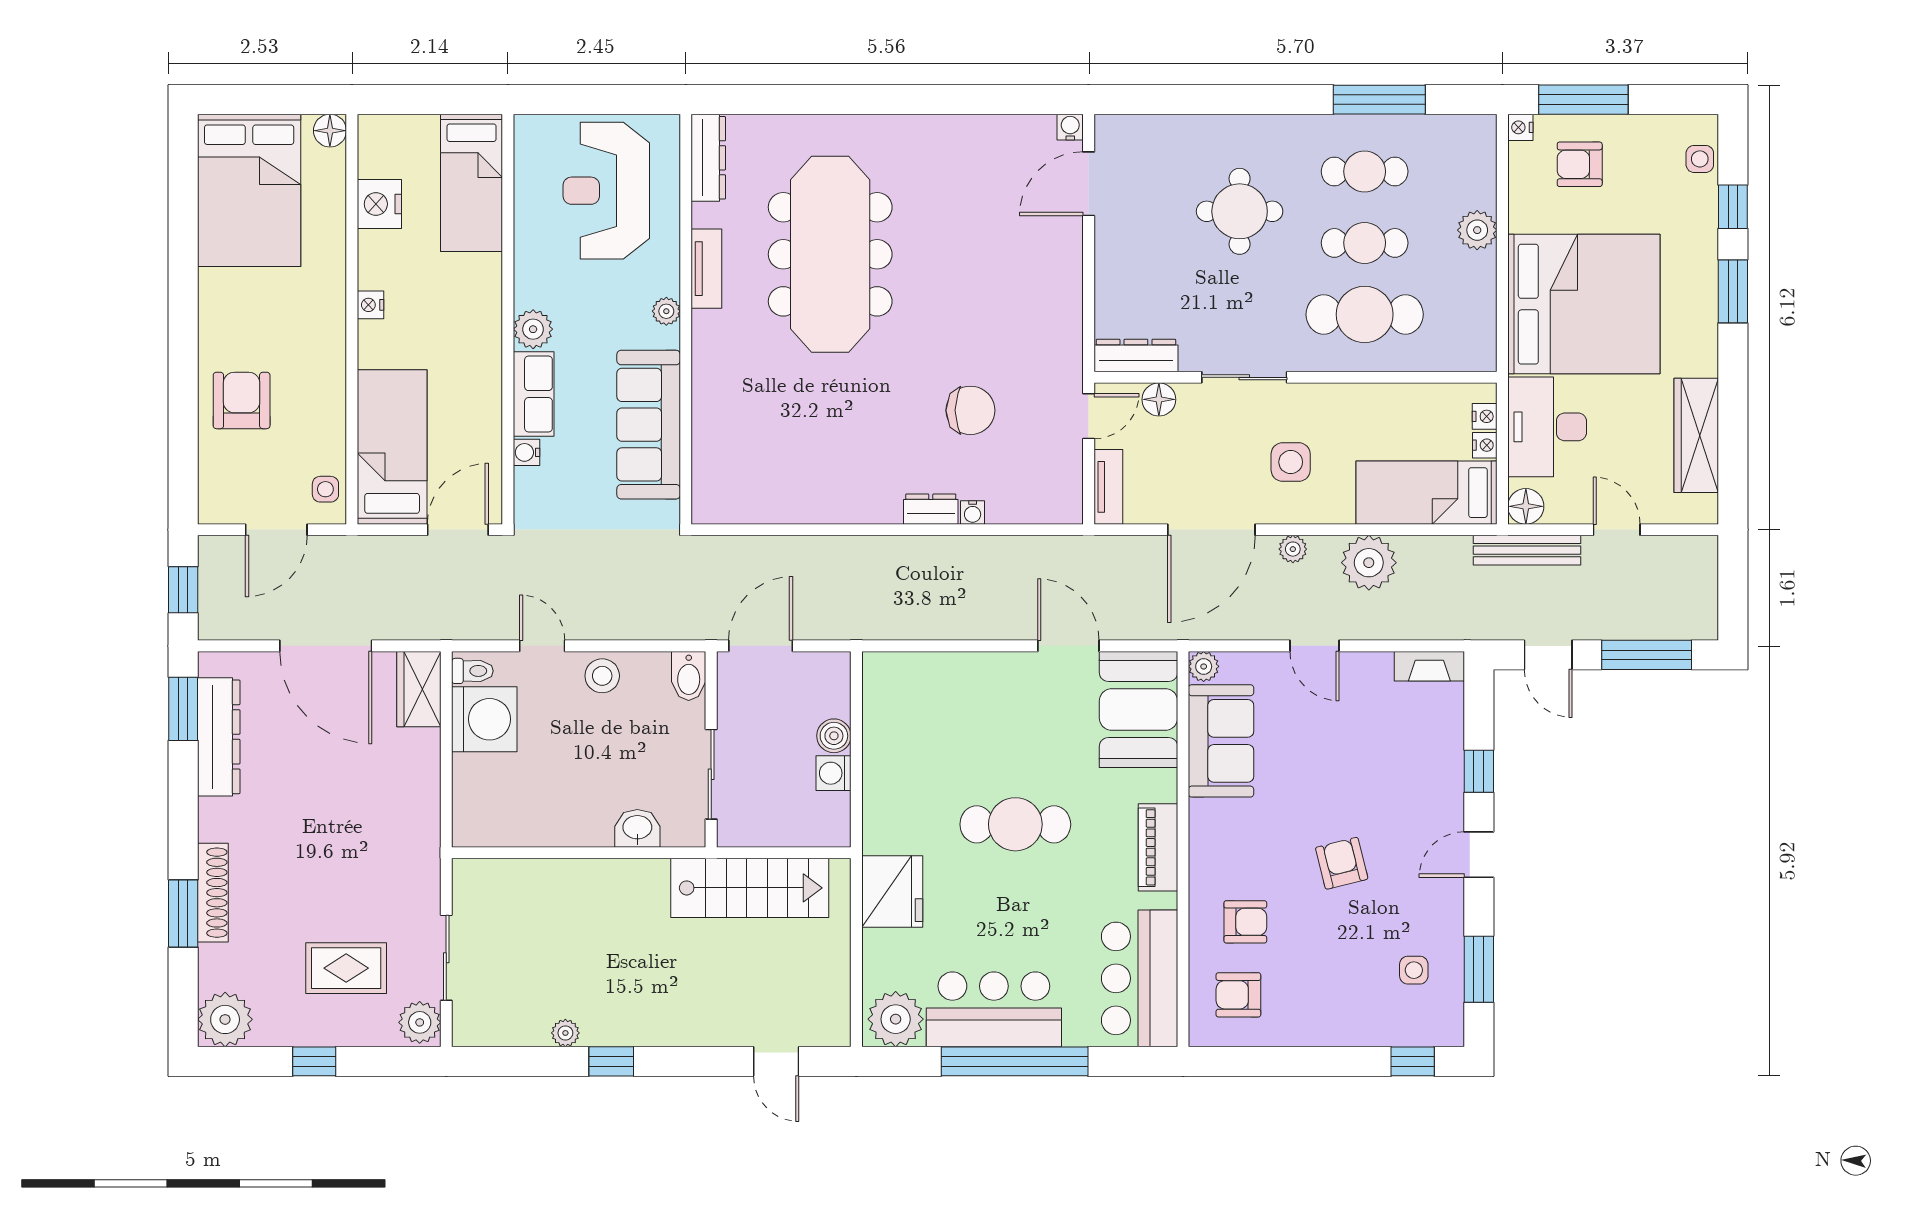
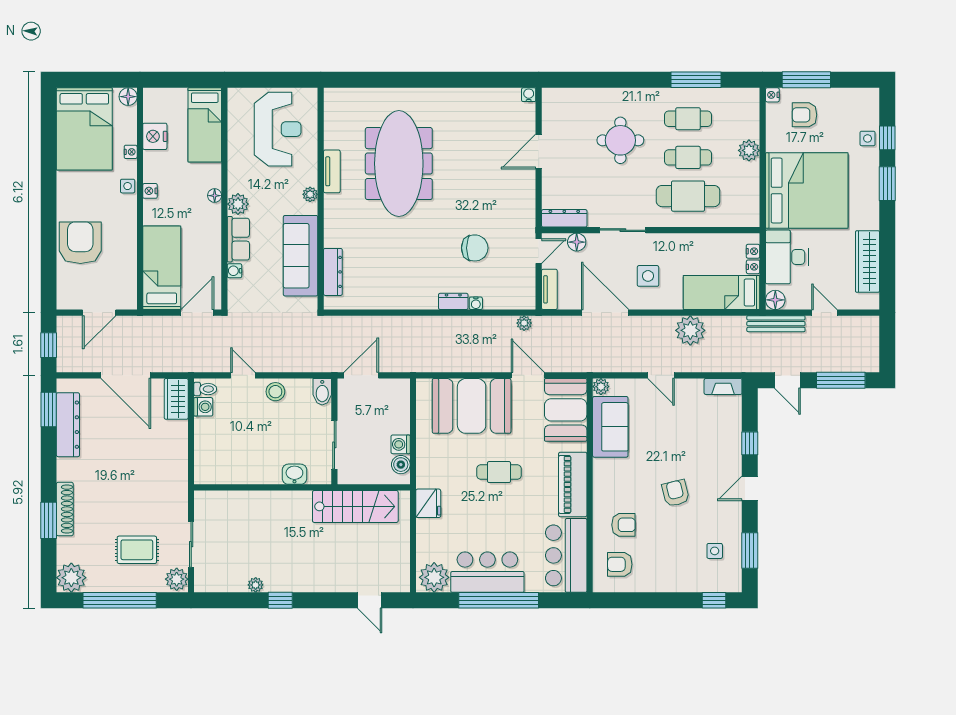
dresser: (708, 158) -> (333, 272), moved
side table: (1700, 159) -> (868, 138), moved
door: (1089, 184) -> (539, 152), moved
reception desk: (606, 191) -> (278, 129), turned 180
nightstand: (335, 233) -> (131, 152), added
floor lamp: (490, 313) -> (215, 196), added
armchair: (242, 400) -> (80, 243), width x1.36, depth x1.36
side table: (325, 489) -> (128, 186), moved
door: (1211, 530) -> (605, 313), swing flipped
plant: (1293, 549) -> (524, 323), moved
booth: (965, 702) -> (472, 406), added
washing machine: (484, 719) -> (203, 407), width x0.53, depth x0.53
boiler: (834, 736) -> (401, 465), moved
cafe table: (1015, 824) -> (499, 472), width x0.73, depth x0.74
piano: (1158, 847) -> (573, 484), width x1.37, depth x1.33
fridge: (892, 892) -> (428, 503), width x0.73, depth x0.75
window: (314, 1061) -> (120, 600), width x3.17

